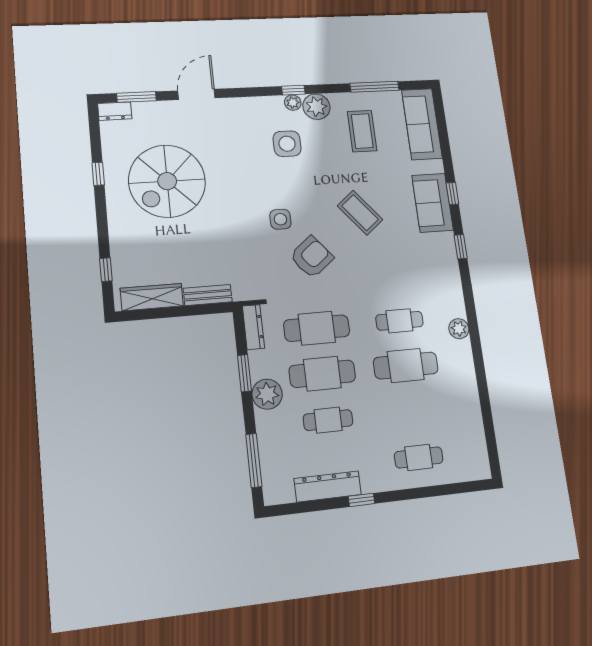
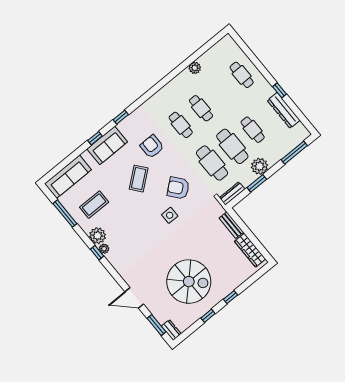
side table: (287, 144) -> (128, 237), removed
armchair: (394, 261) -> (152, 147), added
window: (106, 270) -> (231, 297), moved
plant: (459, 329) -> (195, 68), moved
cafe table: (406, 366) -> (201, 108), width x0.73, depth x0.74

